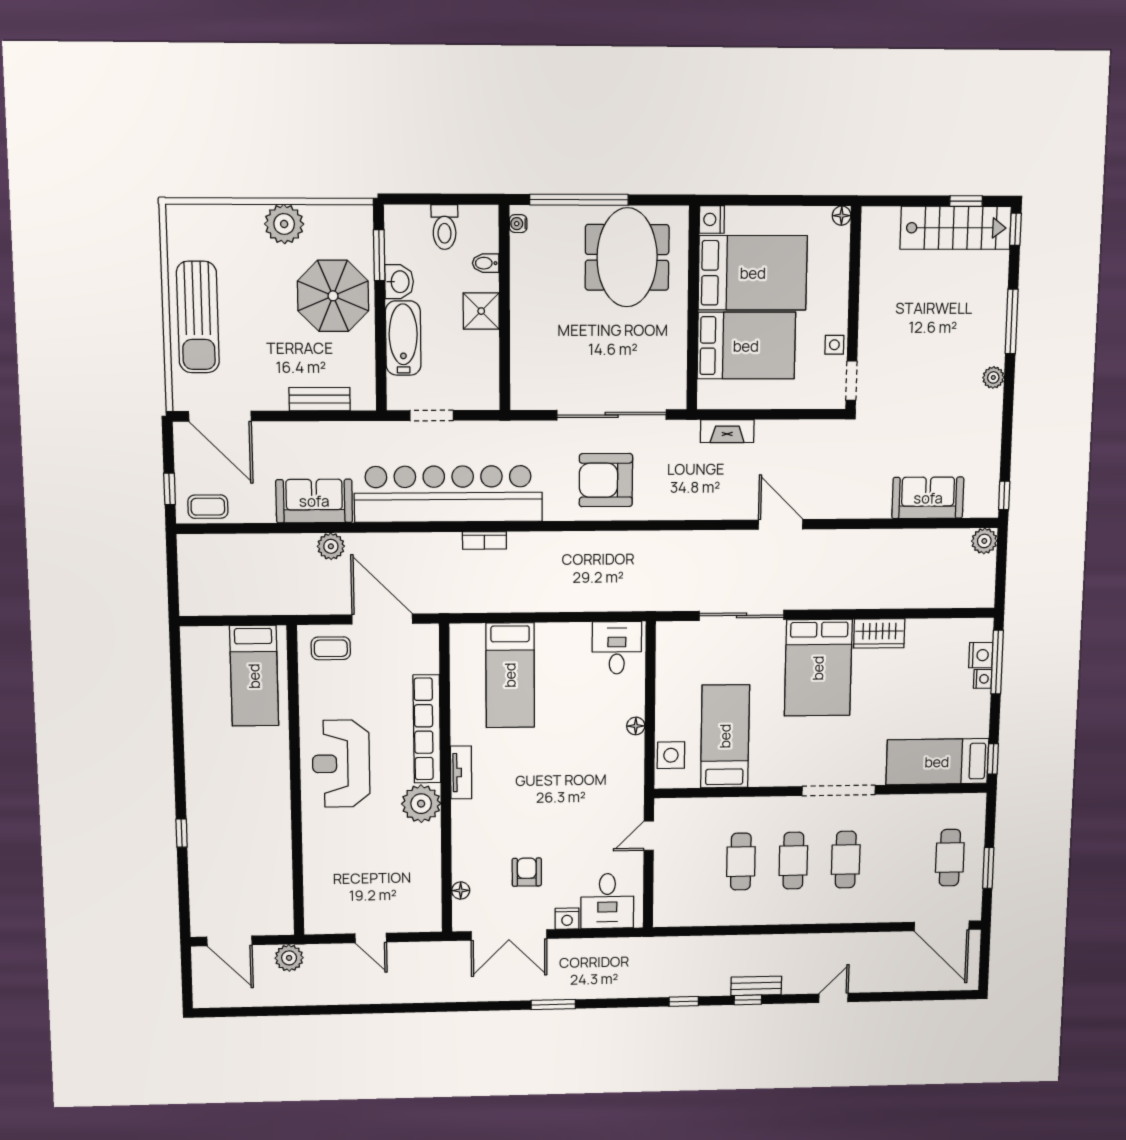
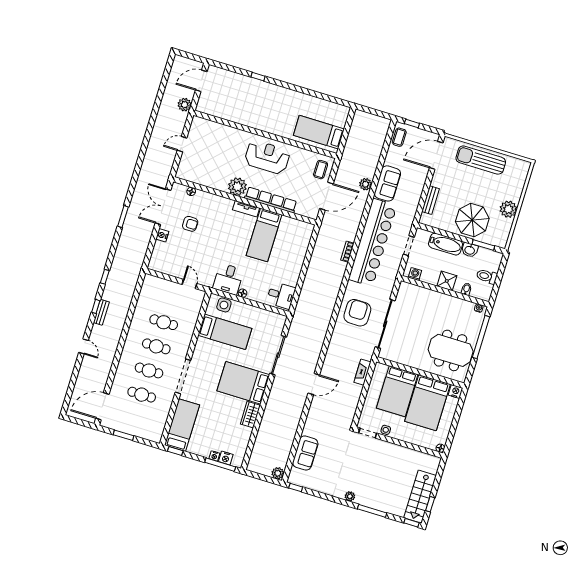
washing machine: (487, 384) -> (415, 274), added
bed: (510, 675) -> (264, 235), moved, turned -90
cafe table: (950, 858) -> (142, 395), moved
desk: (607, 901) -> (228, 279), moved, turned -90

